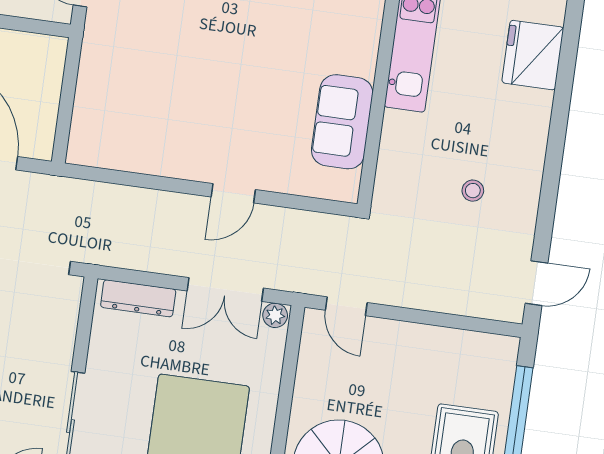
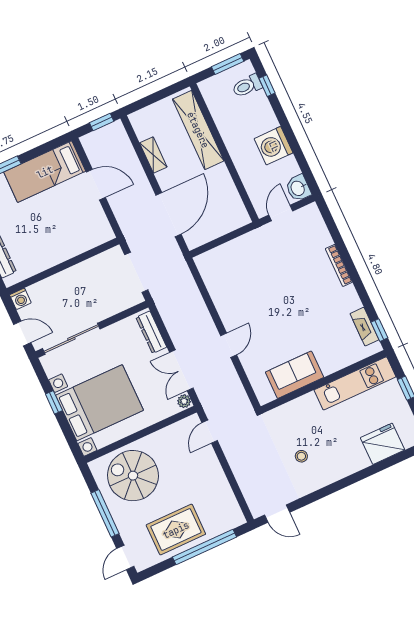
door: (233, 193) -> (229, 345), swing flipped

